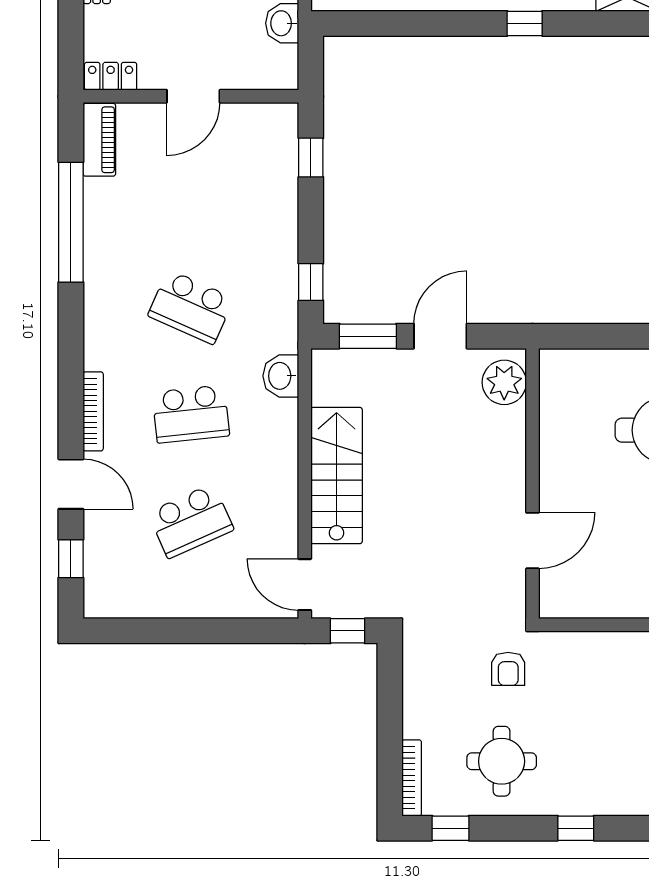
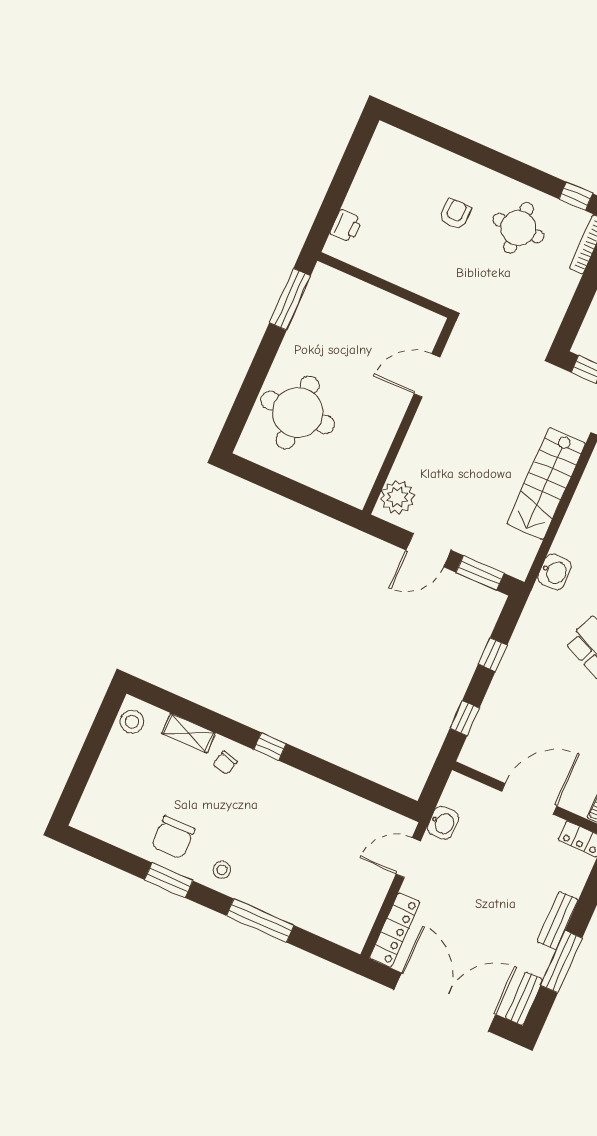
door: (193, 96) -> (529, 799), width x1.36
window: (311, 282) -> (493, 655), moved
armchair: (508, 669) -> (455, 214), moved
window: (576, 828) -> (487, 157), removed

